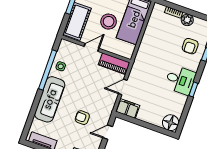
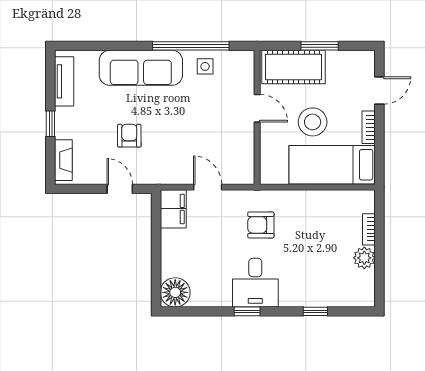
armchair: (190, 46) -> (261, 225), moved
piano: (114, 64) -> (243, 158), removed

